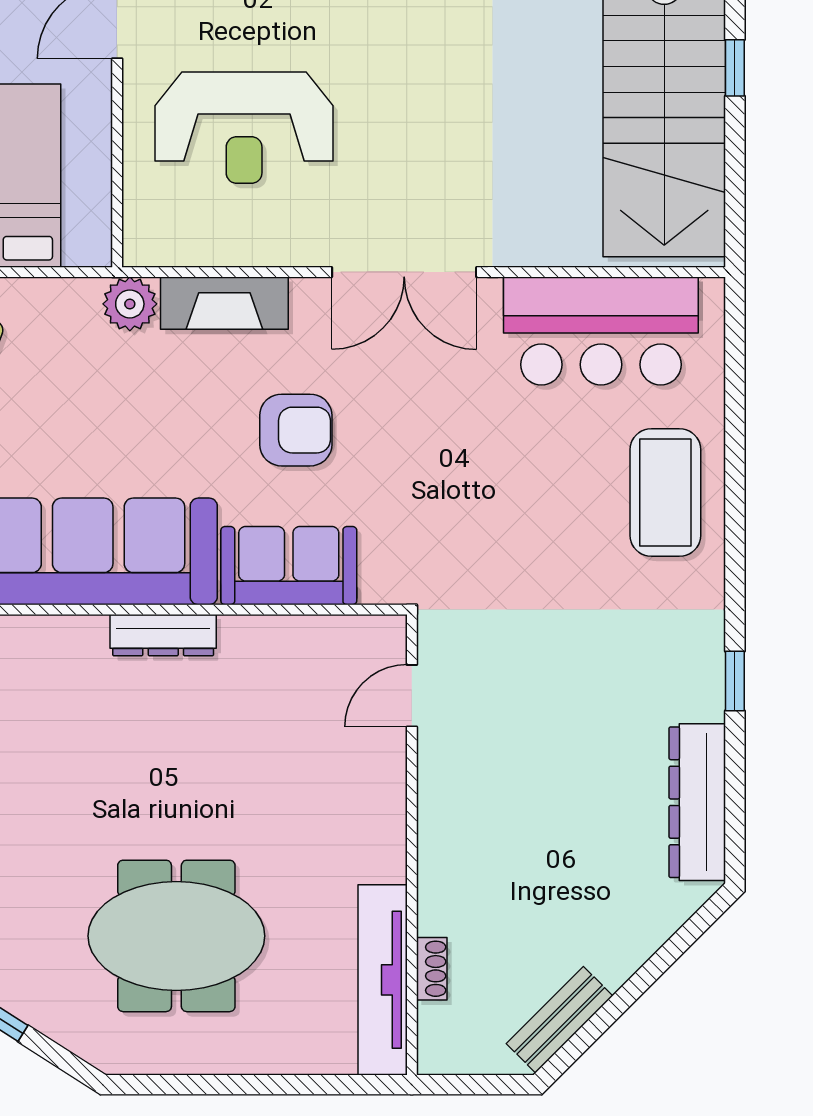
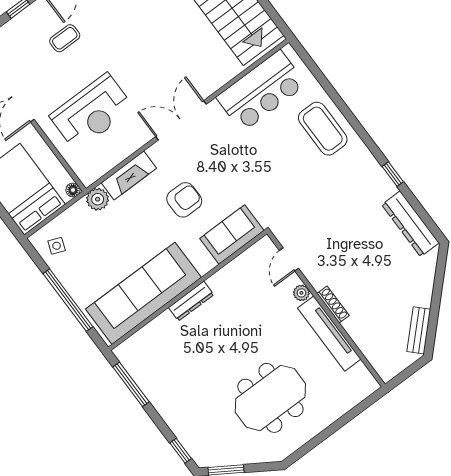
floor lamp: (96, 251) -> (73, 190), added
double door: (404, 272) -> (181, 120), swing flipped
sofa: (289, 566) -> (232, 234), moved
plant: (388, 778) -> (301, 293), added
shoe rack: (432, 969) -> (333, 305), moved, width x1.43
tv unit: (383, 980) -> (329, 334), moved

